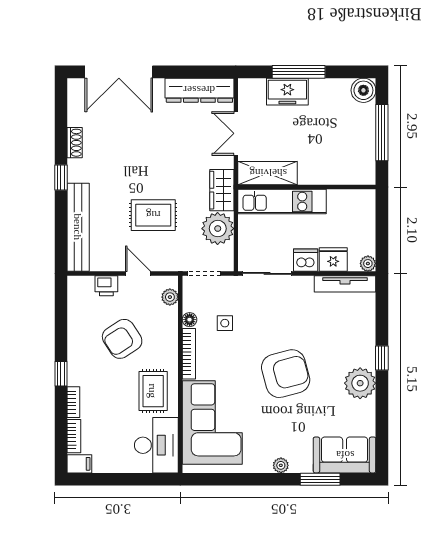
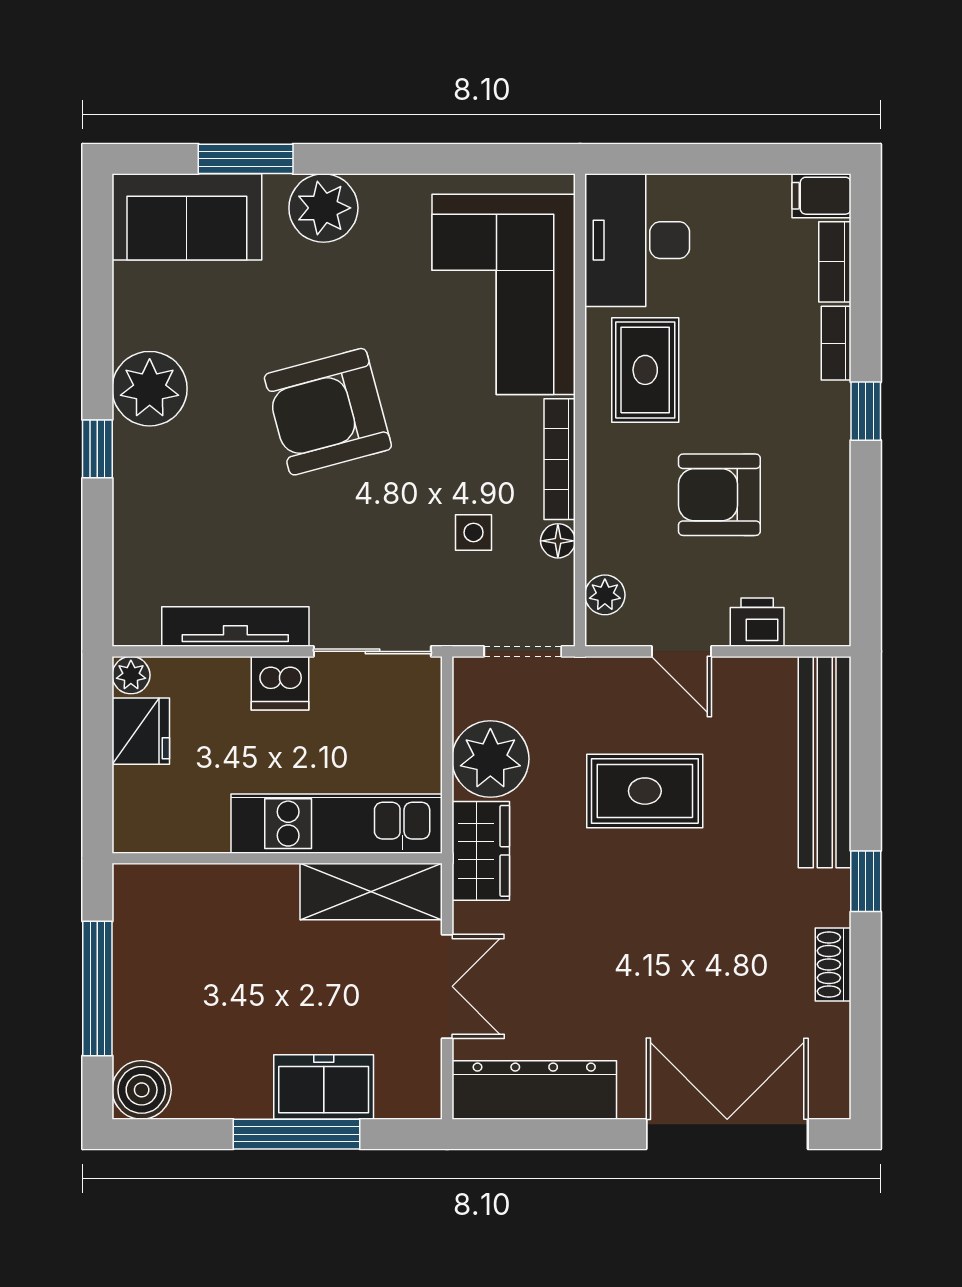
fridge: (333, 259) -> (141, 731), moved, turned -90
tv unit: (345, 284) -> (235, 627), moved
armchair: (122, 339) -> (719, 495), turned -147
plant: (281, 465) -> (323, 208), width x1.88, depth x1.88

